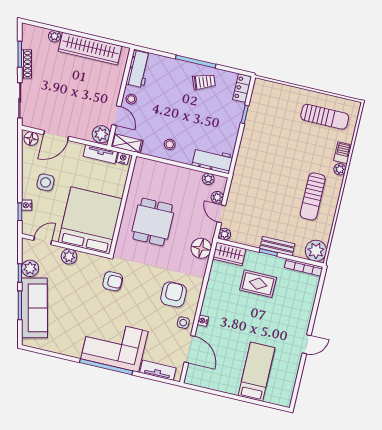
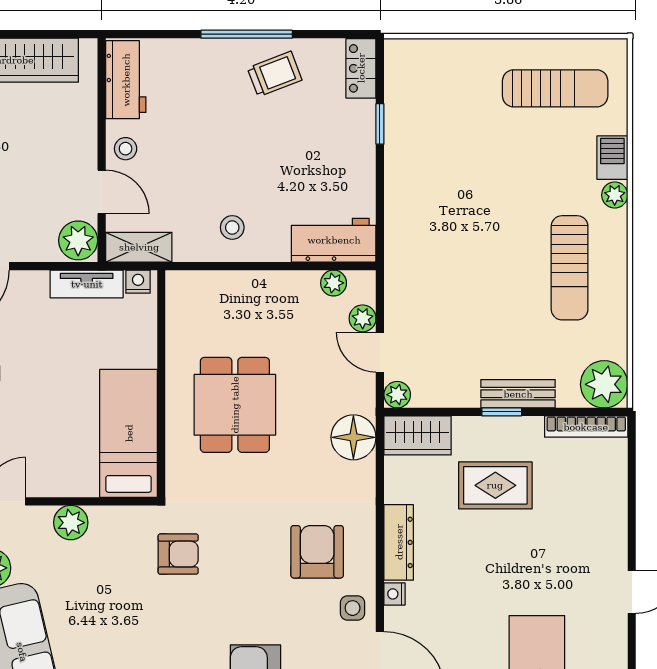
bed: (90, 220) -> (129, 433), width x0.49
dresser: (210, 299) -> (399, 542), added

